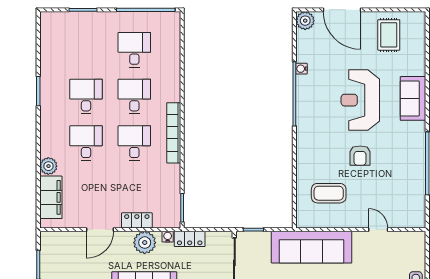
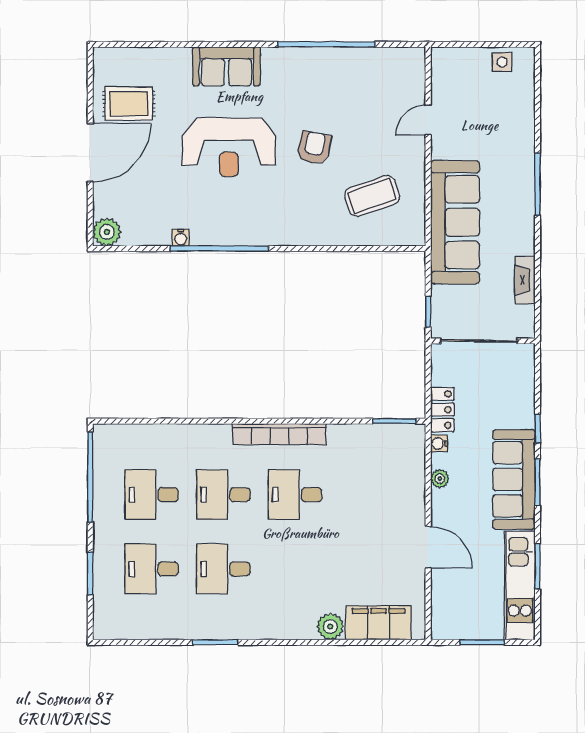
door: (342, 10) -> (90, 153), moved
desk: (86, 143) -> (152, 569), moved
armchair: (360, 156) -> (314, 148), turned -79
coffee table: (329, 193) -> (372, 196), turned 71
locker: (137, 220) -> (414, 491), removed
plant: (145, 243) -> (440, 479), width x0.53, depth x0.53

